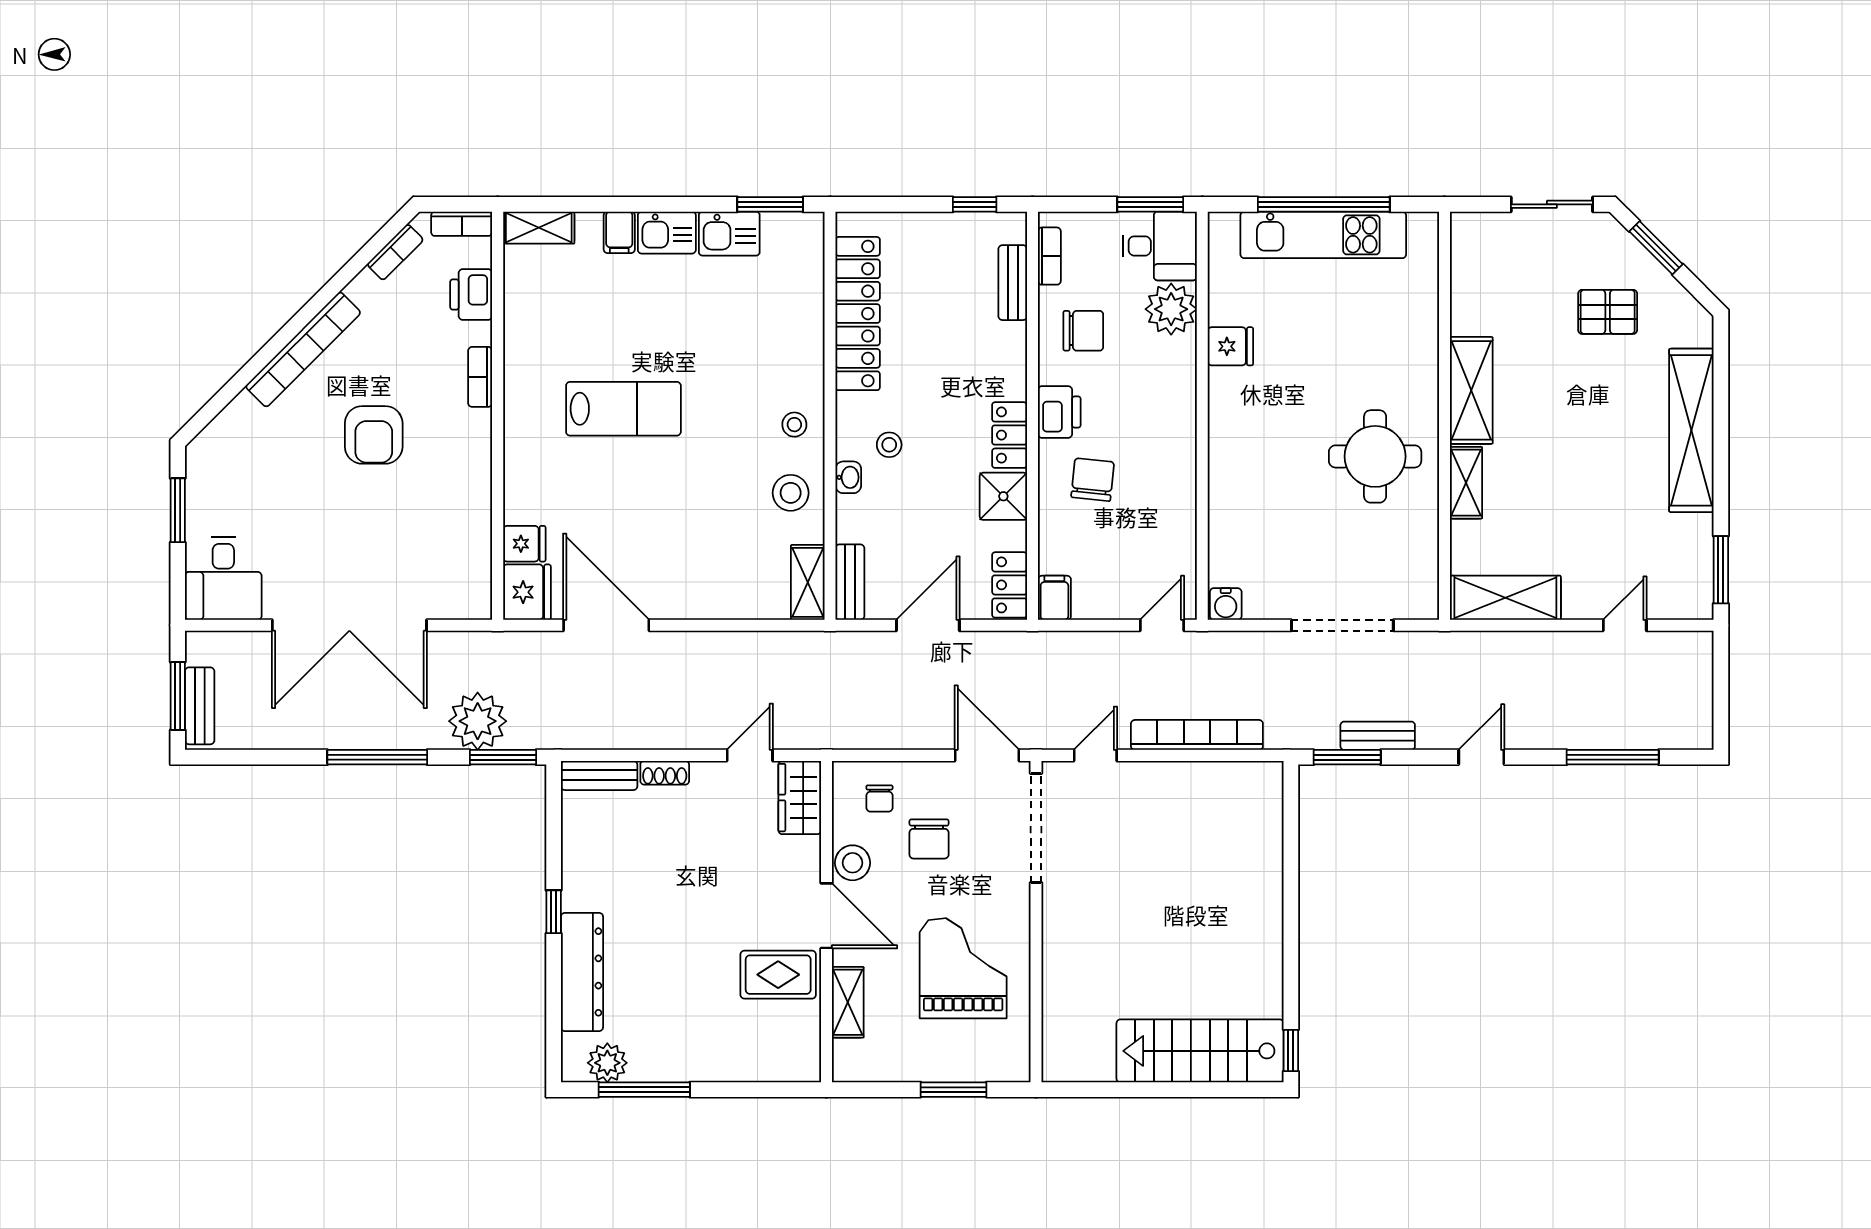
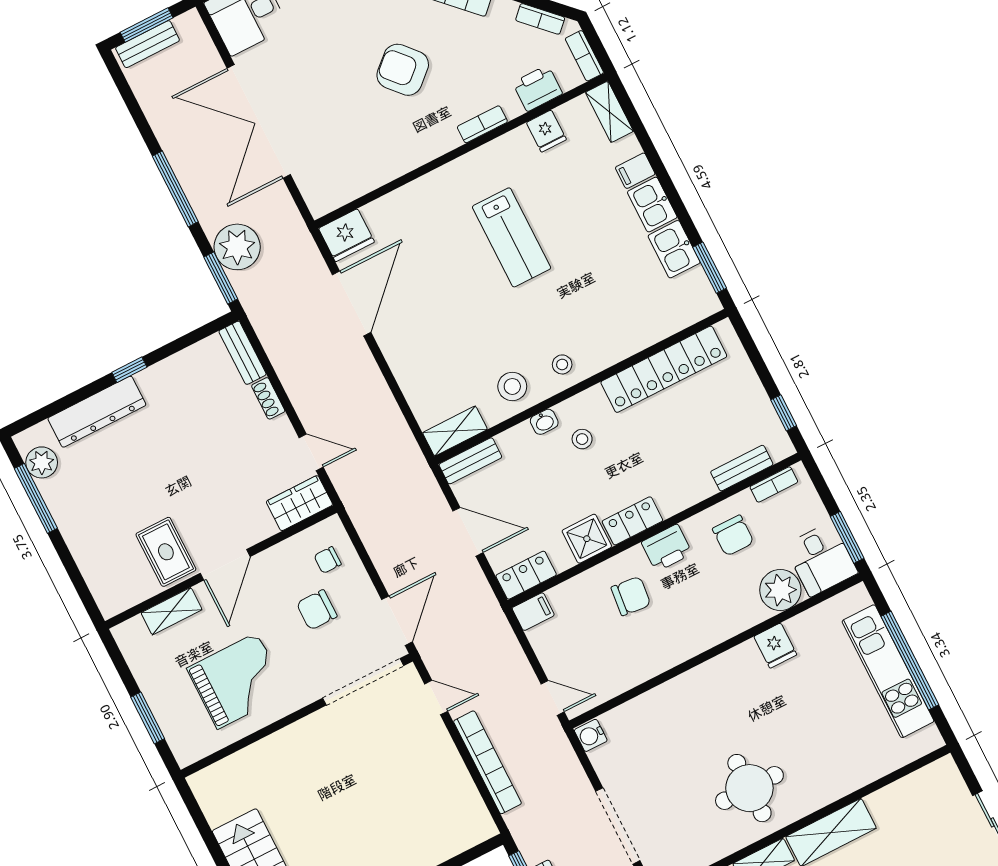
armchair: (374, 435) -> (403, 70), turned 48
fridge: (524, 544) -> (546, 131), moved
stool: (852, 863) -> (272, 564), removed

